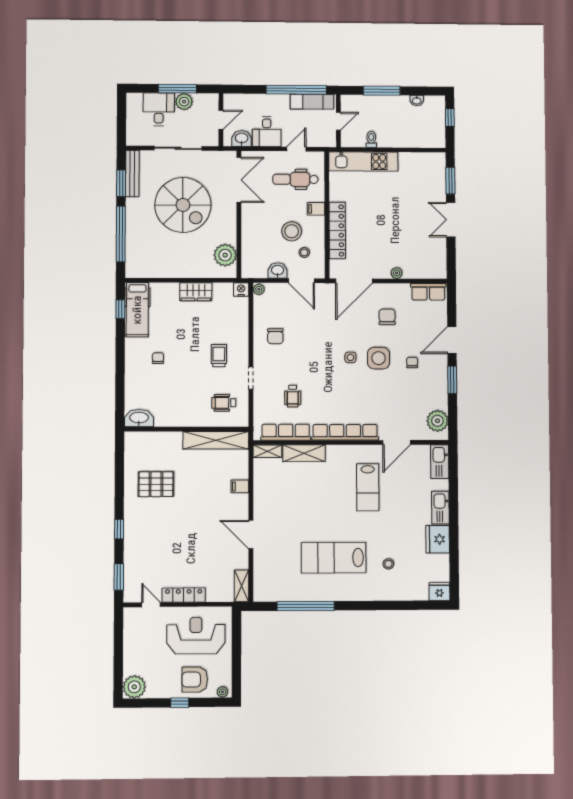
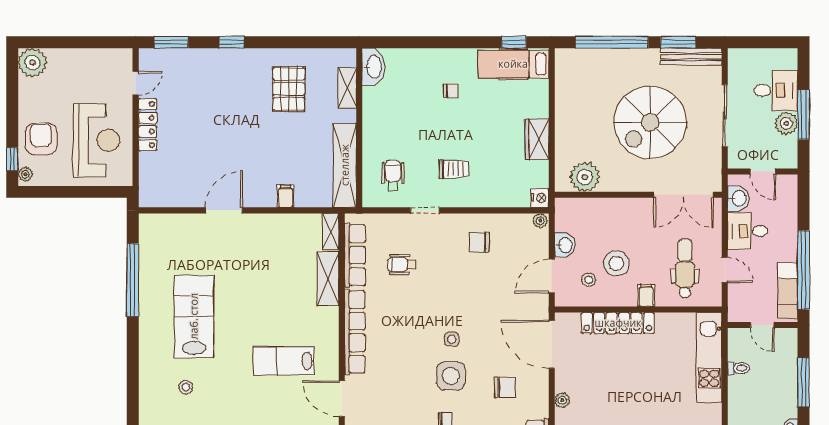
shelving: (241, 586) -> (347, 88), moved, turned 90
window: (180, 703) -> (12, 159), moved

